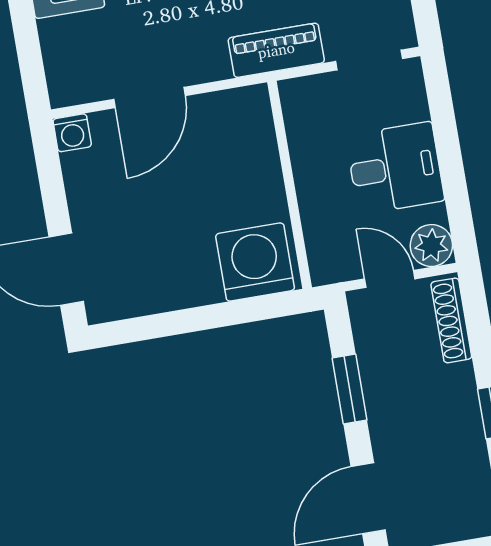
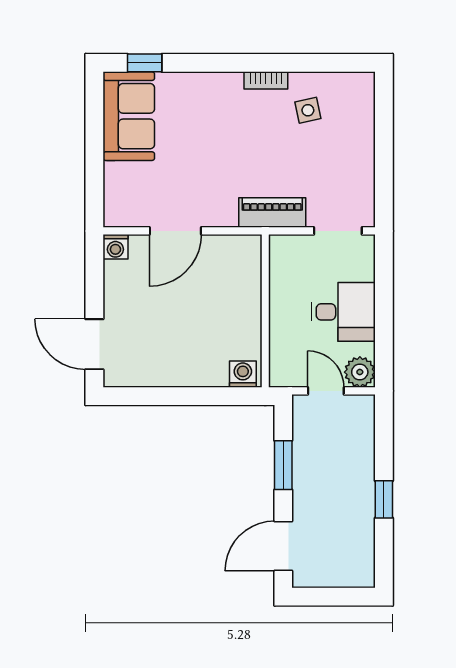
washing machine: (255, 262) -> (243, 374), width x0.53, depth x0.53
shoe rack: (451, 320) -> (365, 428), removed

